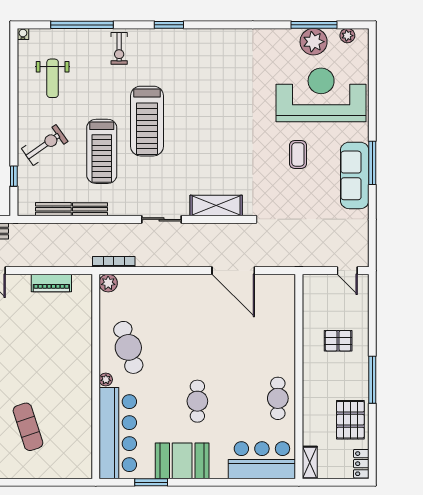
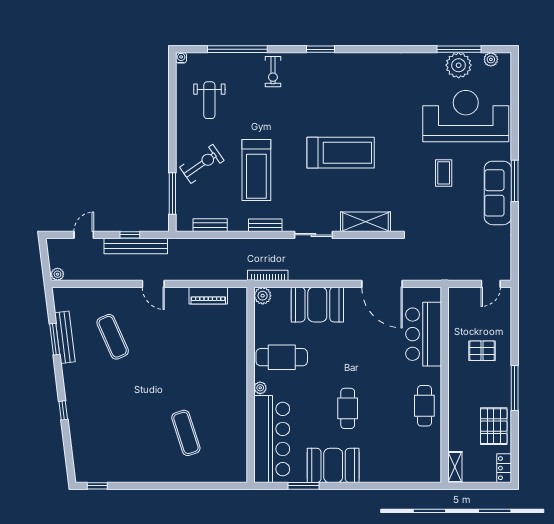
treadmill: (147, 121) -> (341, 153), moved, turned -90
window: (14, 176) -> (172, 194), width x2.17
bench: (90, 209) -> (265, 225), moved
door: (347, 271) -> (491, 284), hinge flipped
booth: (166, 292) -> (317, 305), added
cafe table: (128, 347) -> (282, 357), turned -73
bar counter: (262, 460) -> (424, 334), moved, turned -90

